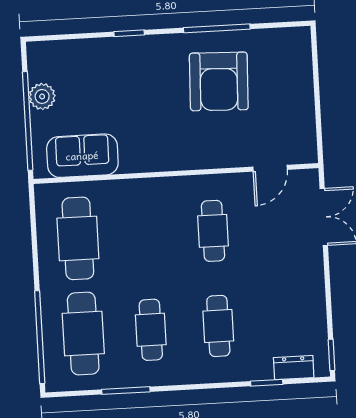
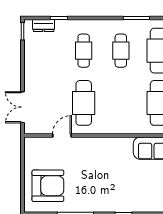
armchair: (219, 81) -> (48, 186), moved, turned 88
door: (270, 168) -> (62, 136), moved
cafe table: (213, 231) -> (84, 103), width x1.37, depth x1.35

